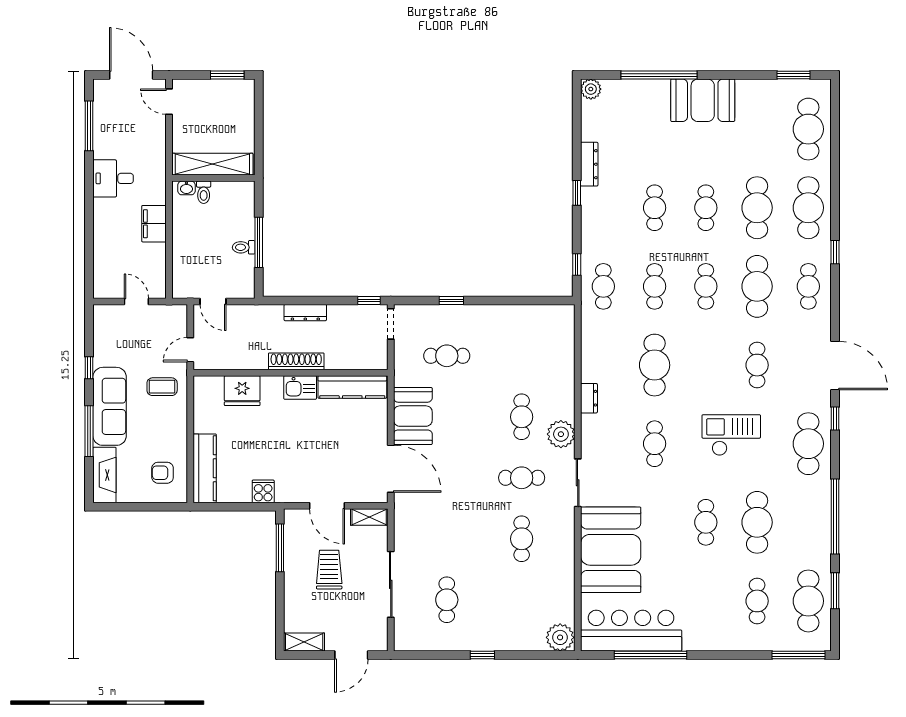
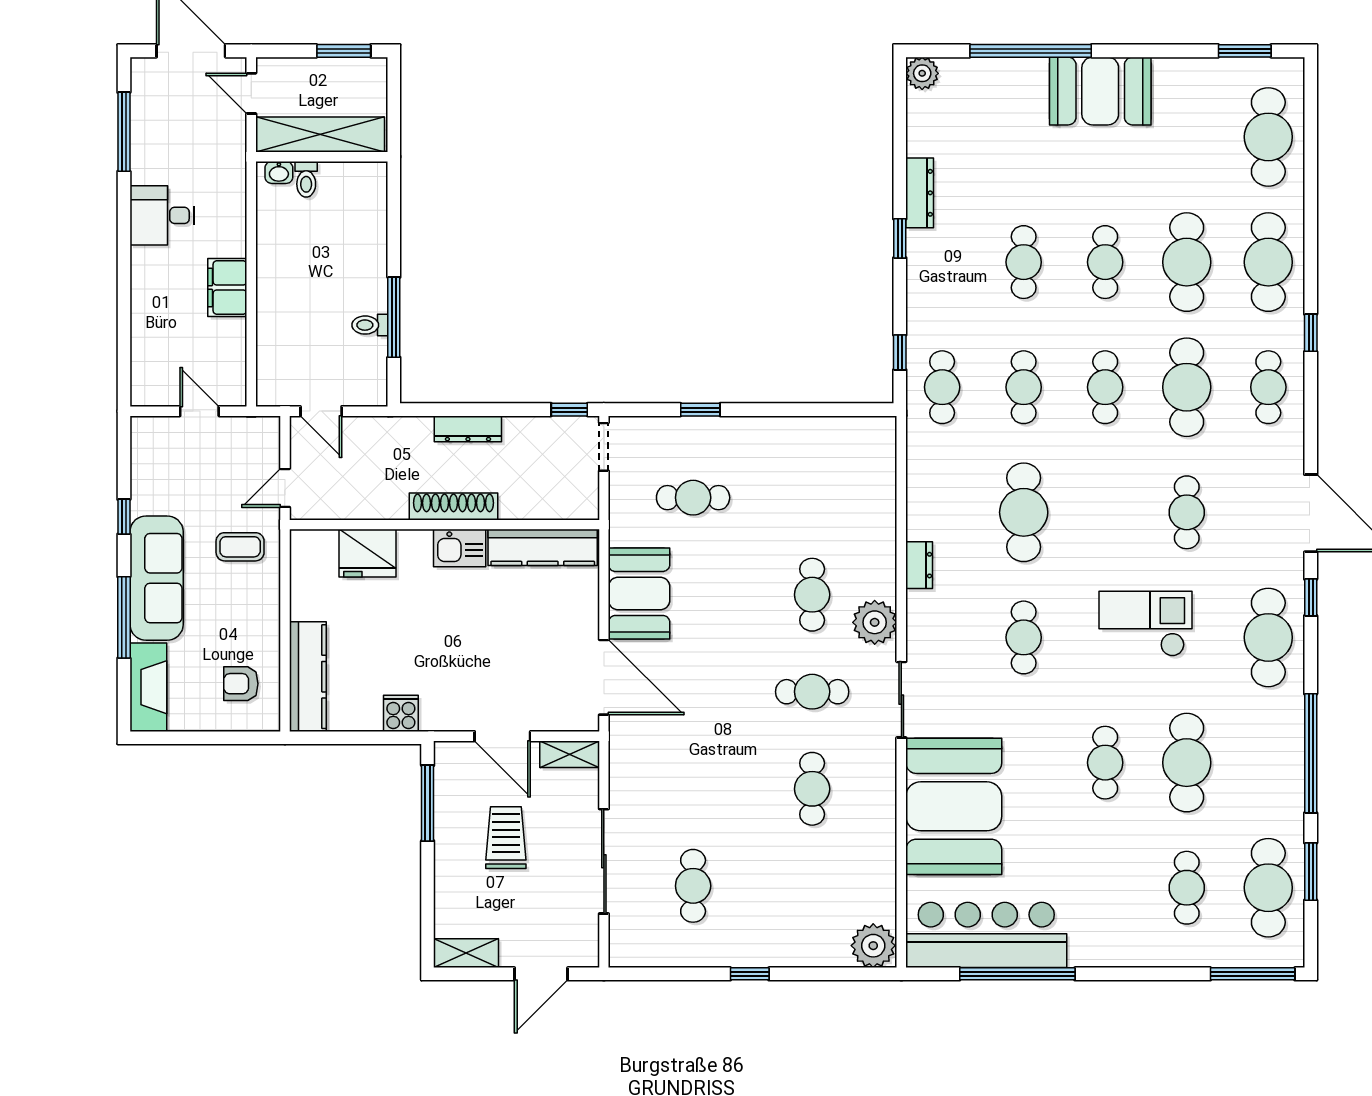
shelving: (212, 164) -> (320, 135), moved
wall: (213, 178) -> (322, 157), moved
washbasin: (186, 188) -> (279, 172), moved
toilet: (204, 192) -> (306, 179), moved

